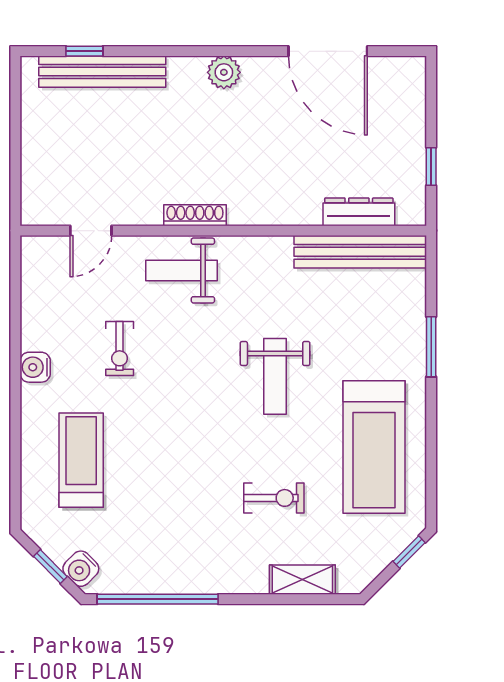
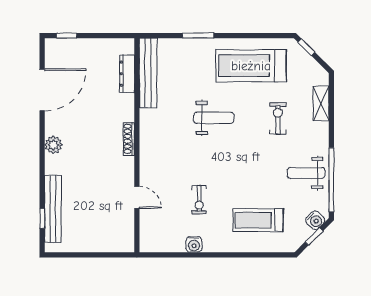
window: (431, 166) -> (67, 36), moved
shoe rack: (195, 215) -> (129, 139), moved
door: (91, 231) -> (137, 197), moved
weight bench: (181, 270) -> (306, 173), moved, turned 90
exercise bike: (120, 349) -> (199, 200), turned 90
water cooler: (35, 367) -> (194, 244), moved
treadmill: (374, 447) -> (251, 66), turned 180

